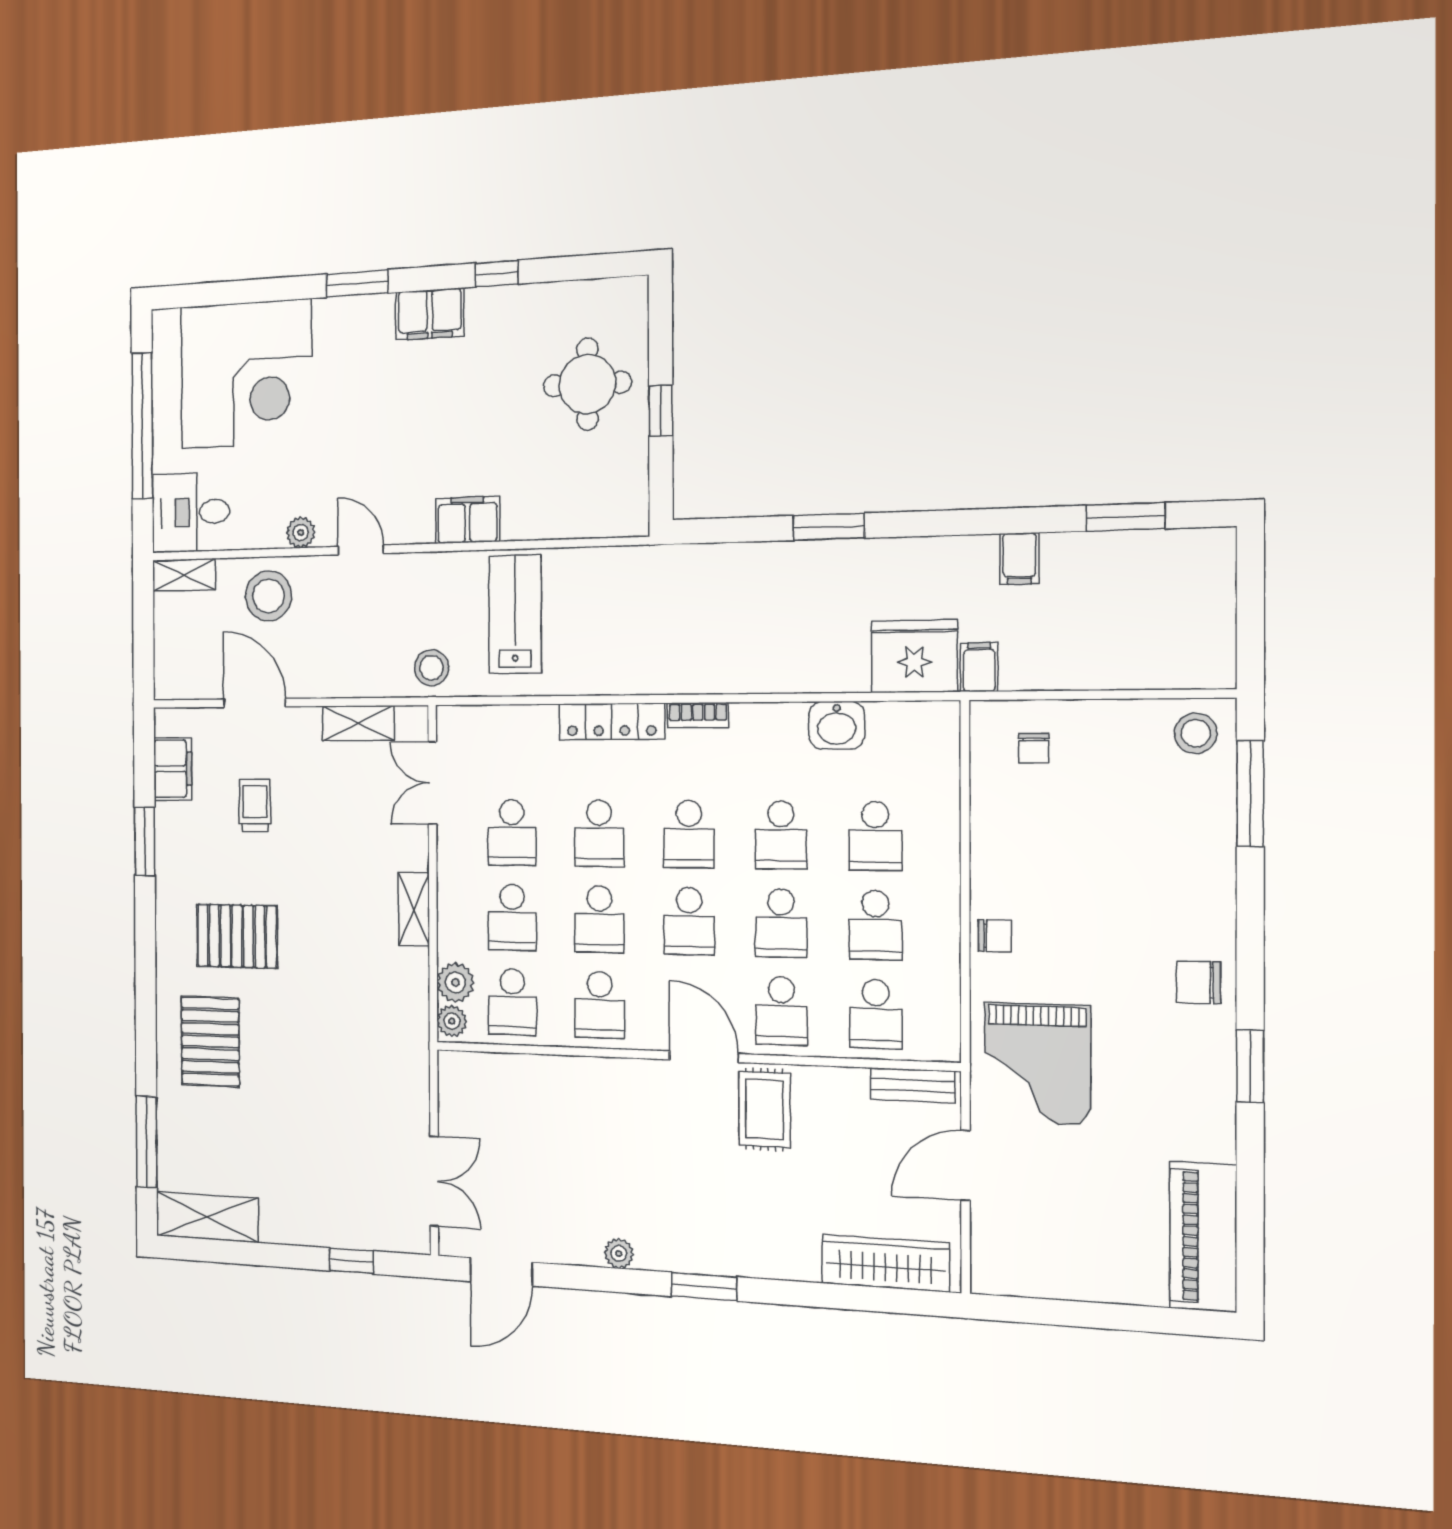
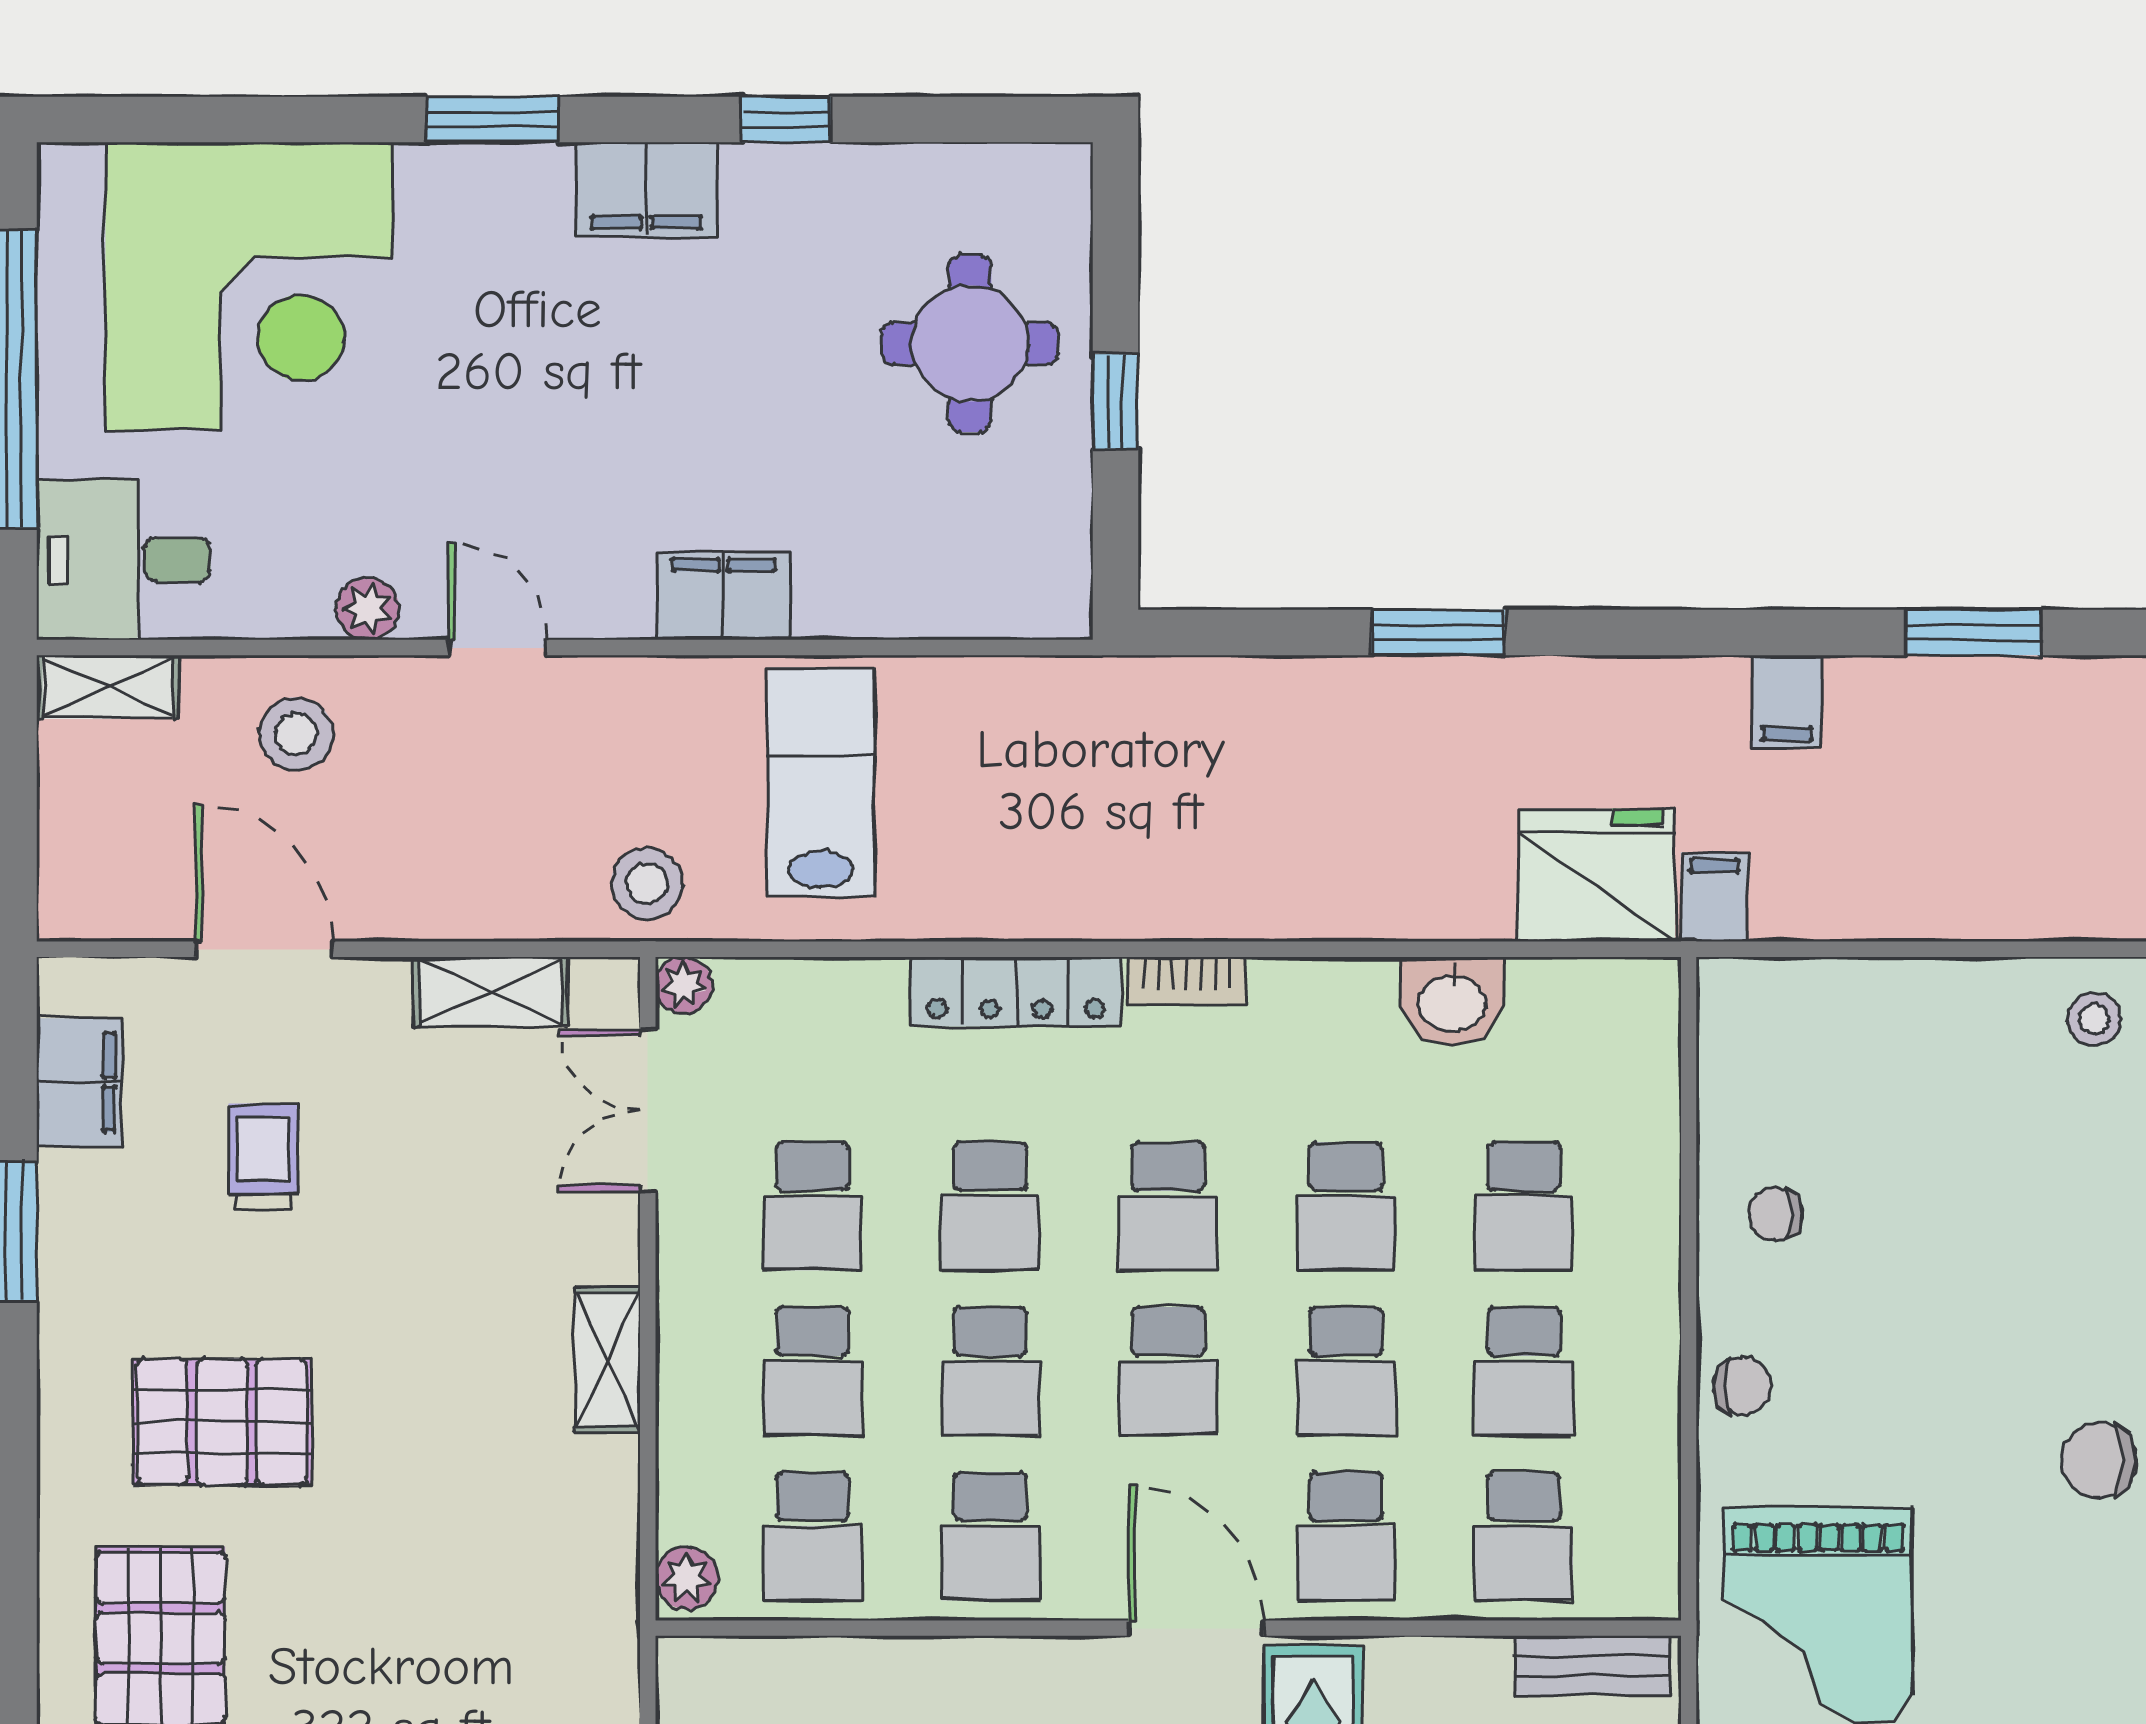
stool: (268, 596) -> (296, 734), width x0.73, depth x0.73
stool: (1196, 733) -> (2094, 1019), width x0.73, depth x0.73
chair: (1034, 748) -> (1776, 1214), moved, turned 89
plant: (455, 982) -> (684, 985), moved, width x0.73, depth x0.73

